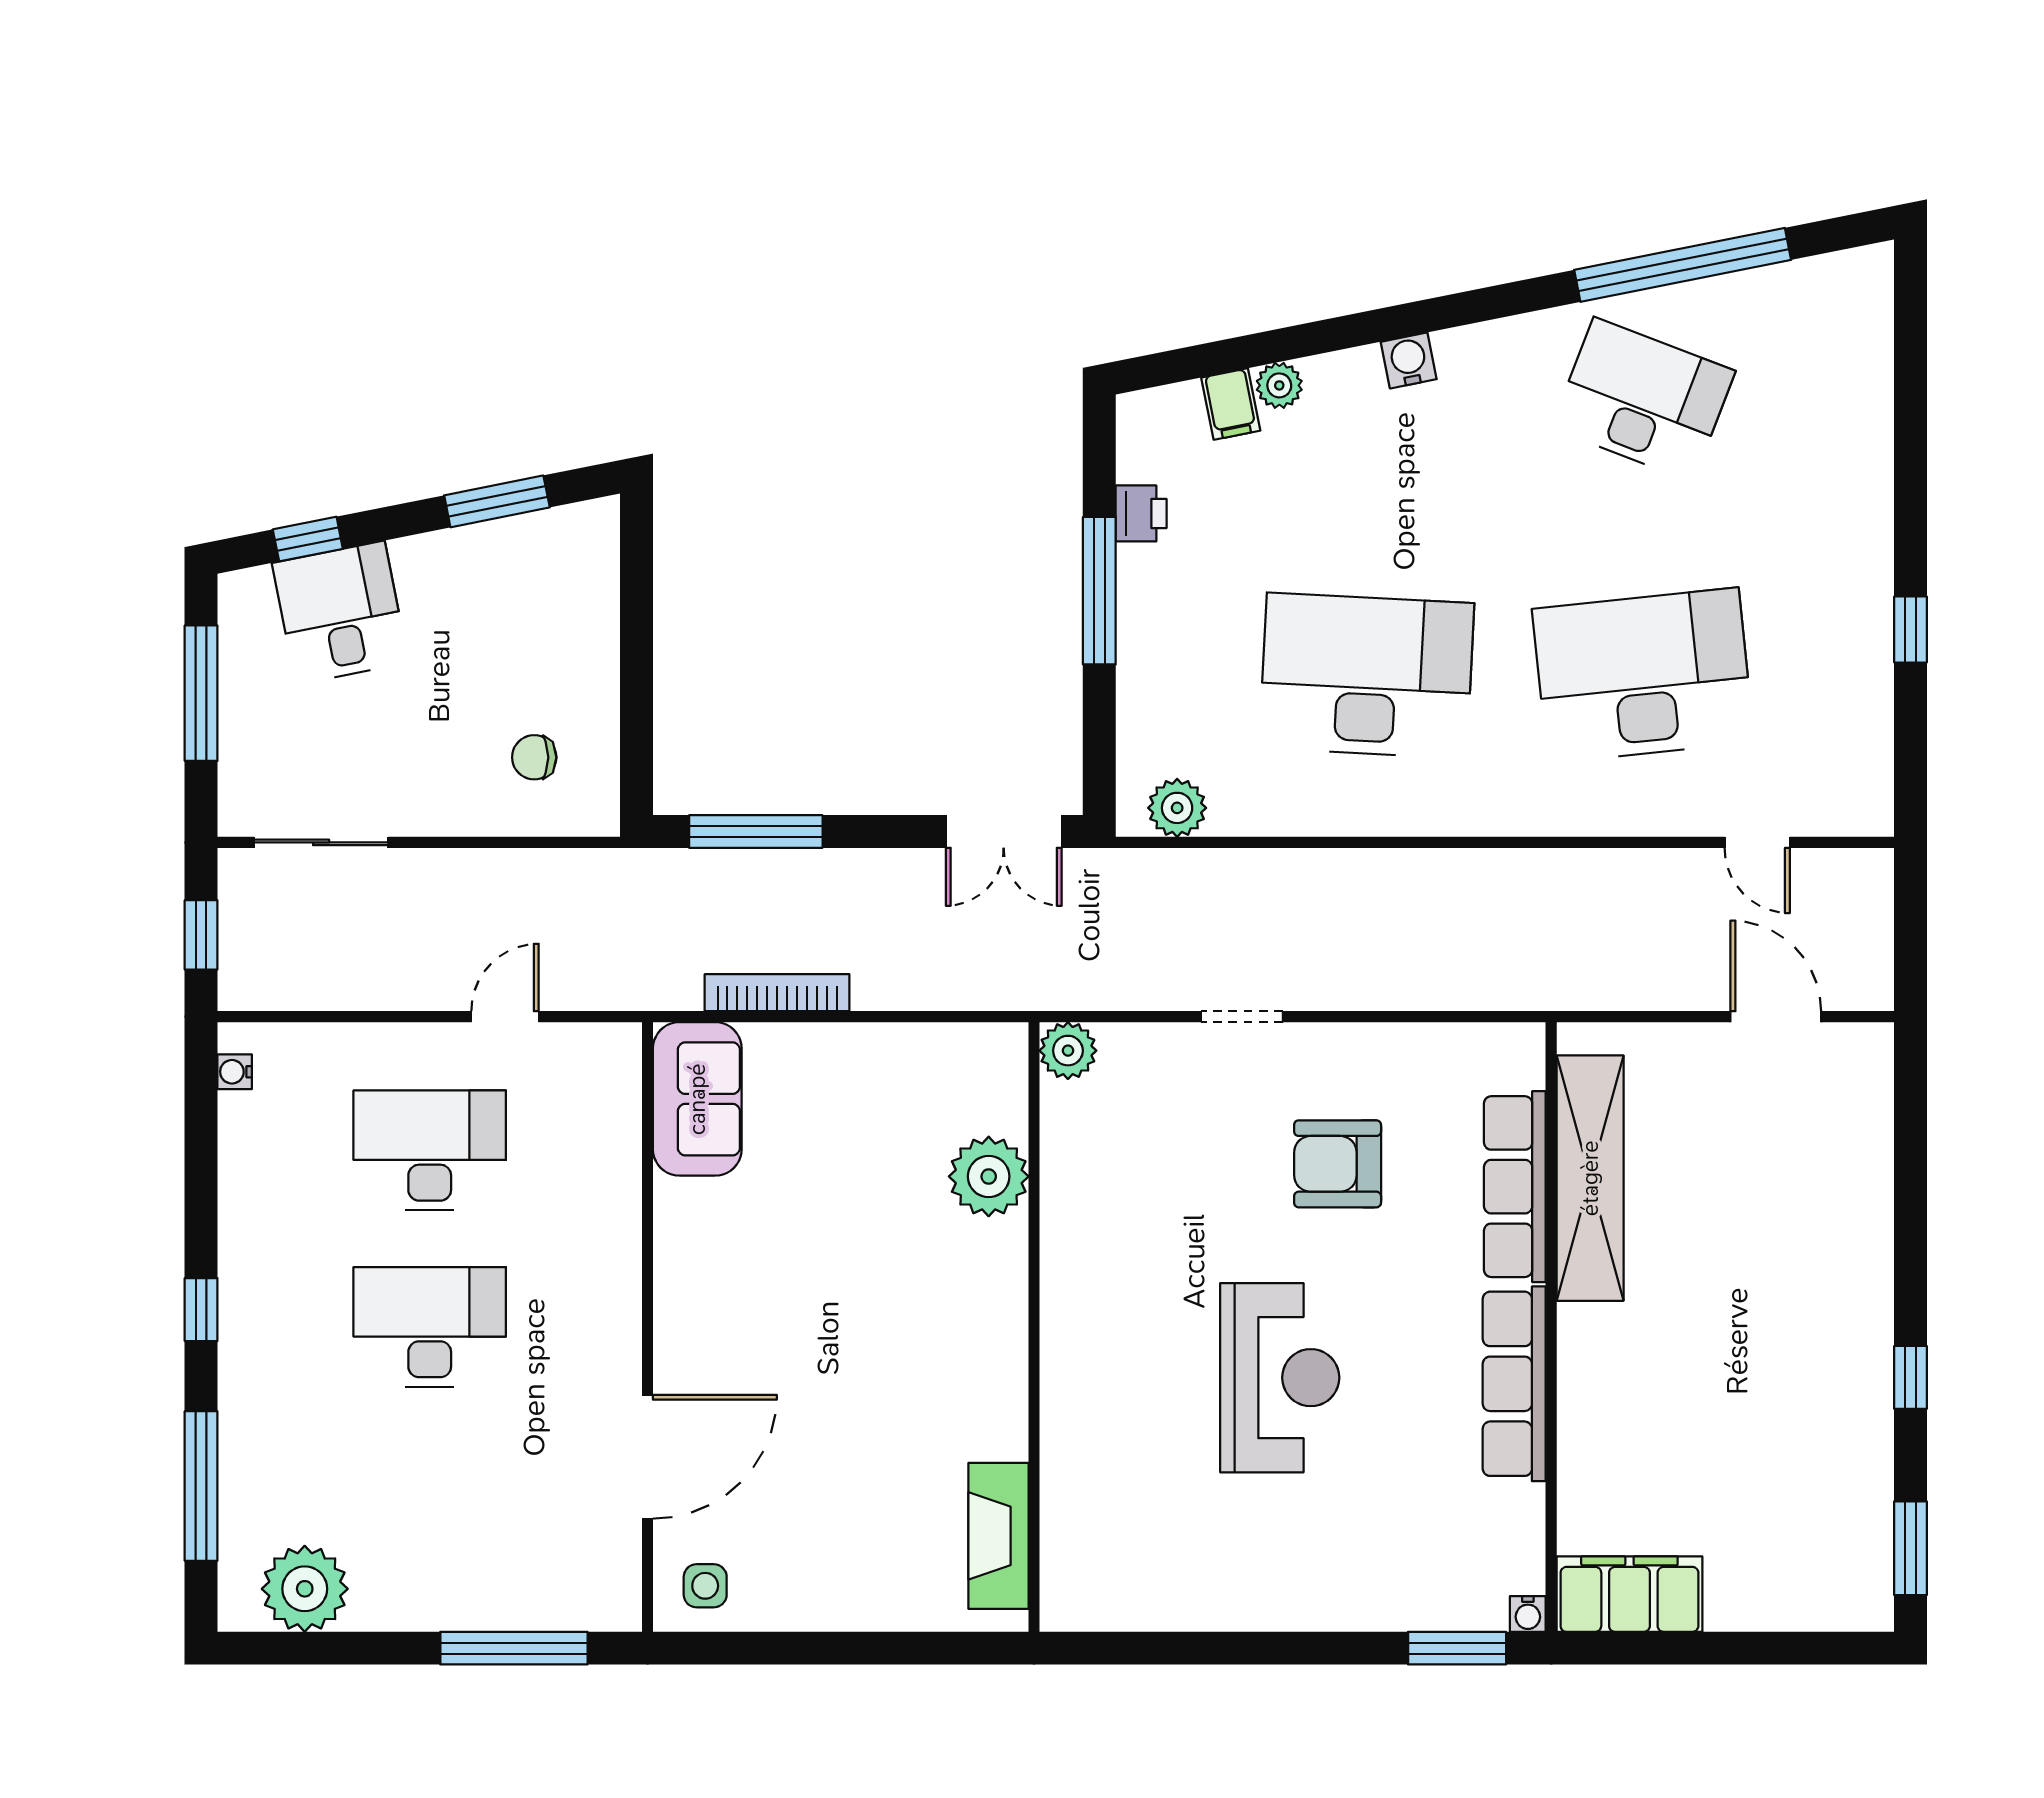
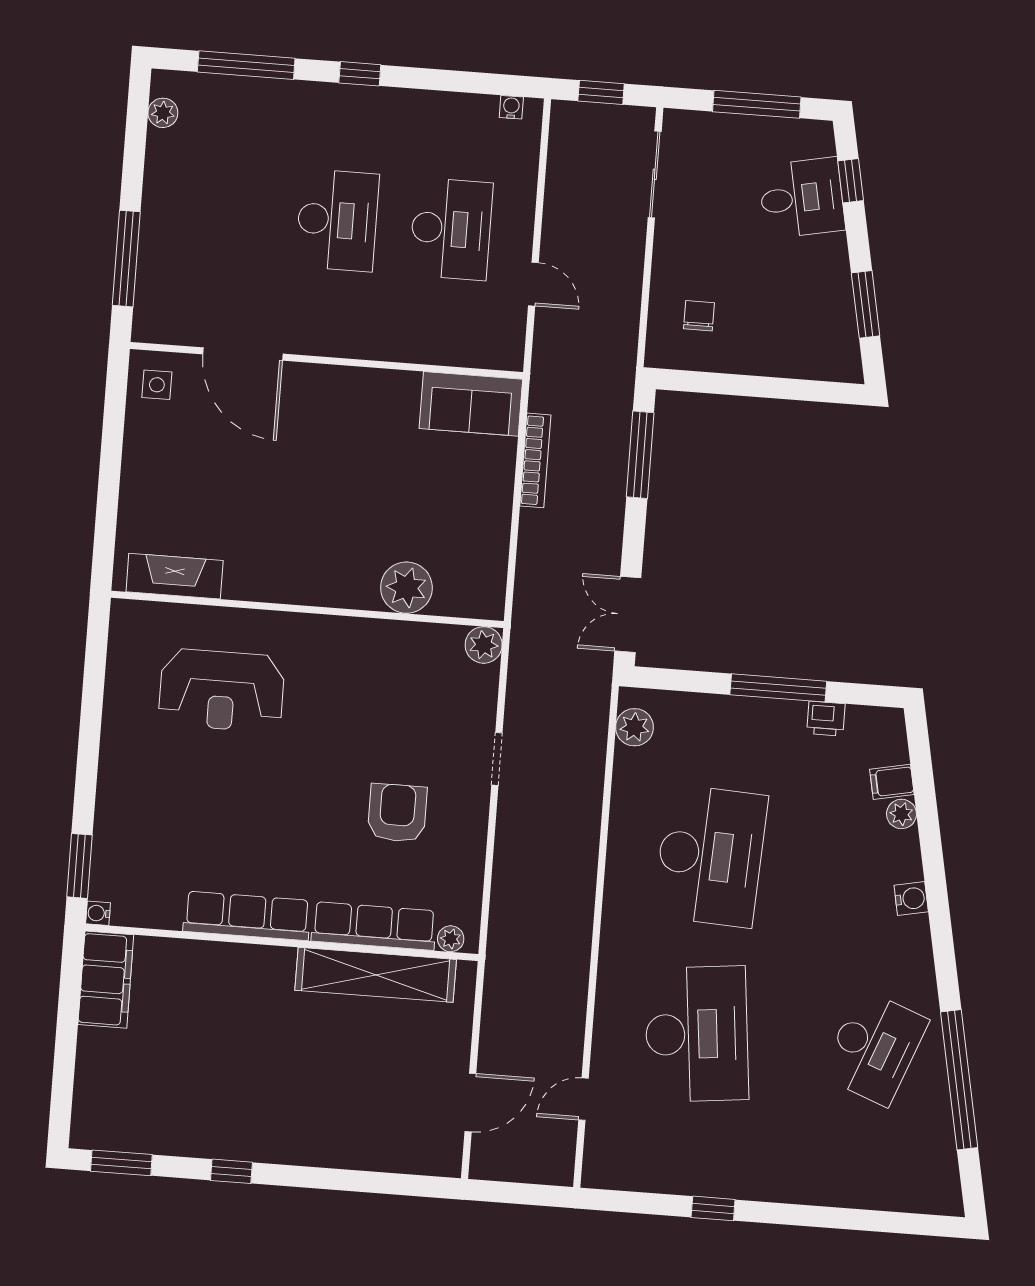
plant: (1525, 1067) -> (451, 939), added
reception desk: (1280, 1378) -> (222, 690), moved
plant: (305, 1589) -> (163, 113), width x0.53, depth x0.53

